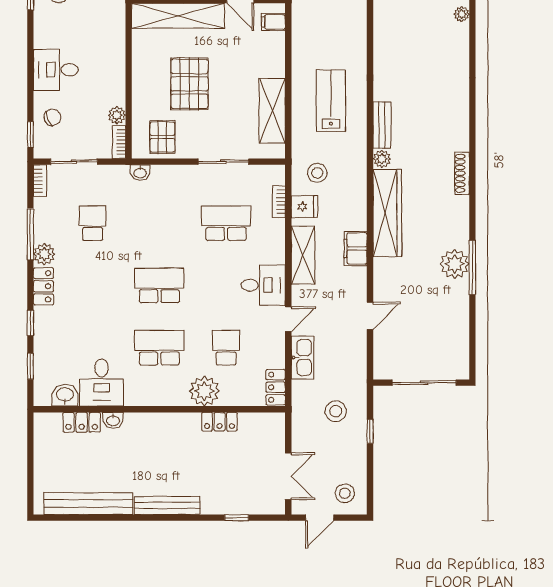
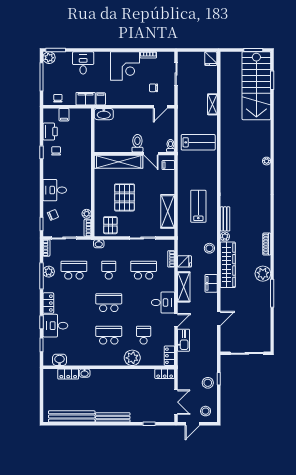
stool: (317, 173) -> (209, 248), moved
school desk: (93, 223) -> (74, 270), width x1.85
school desk: (159, 223) -> (109, 270), added
plant: (44, 254) -> (49, 272), moved
plant: (455, 264) -> (263, 274), moved
desk: (102, 383) -> (55, 326), moved, turned 90
stool: (336, 411) -> (208, 383), moved
locker: (219, 422) -> (165, 374), moved

